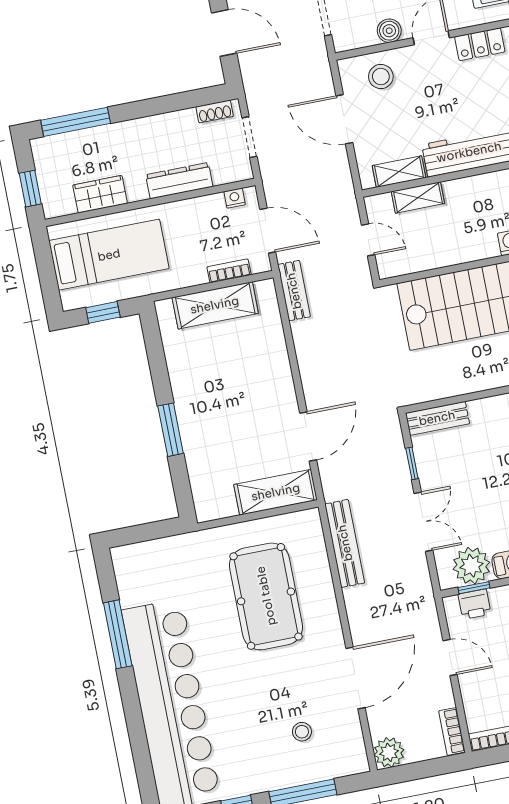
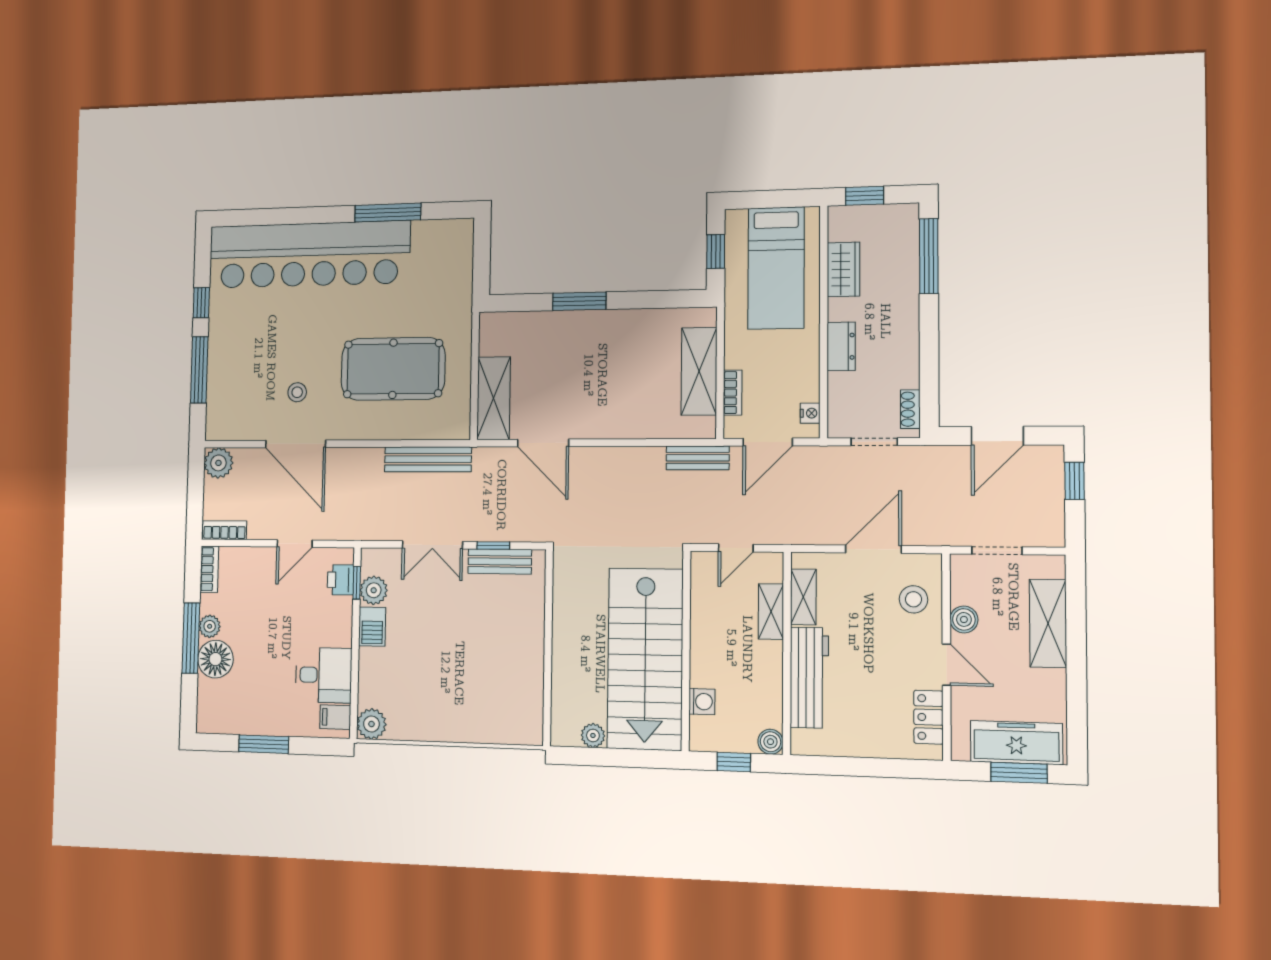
dresser: (179, 181) -> (841, 346), width x0.70
bench: (437, 418) -> (500, 561), moved, turned 90
plant: (471, 566) -> (374, 590), width x0.73, depth x0.73
stool: (302, 732) -> (297, 392), moved

